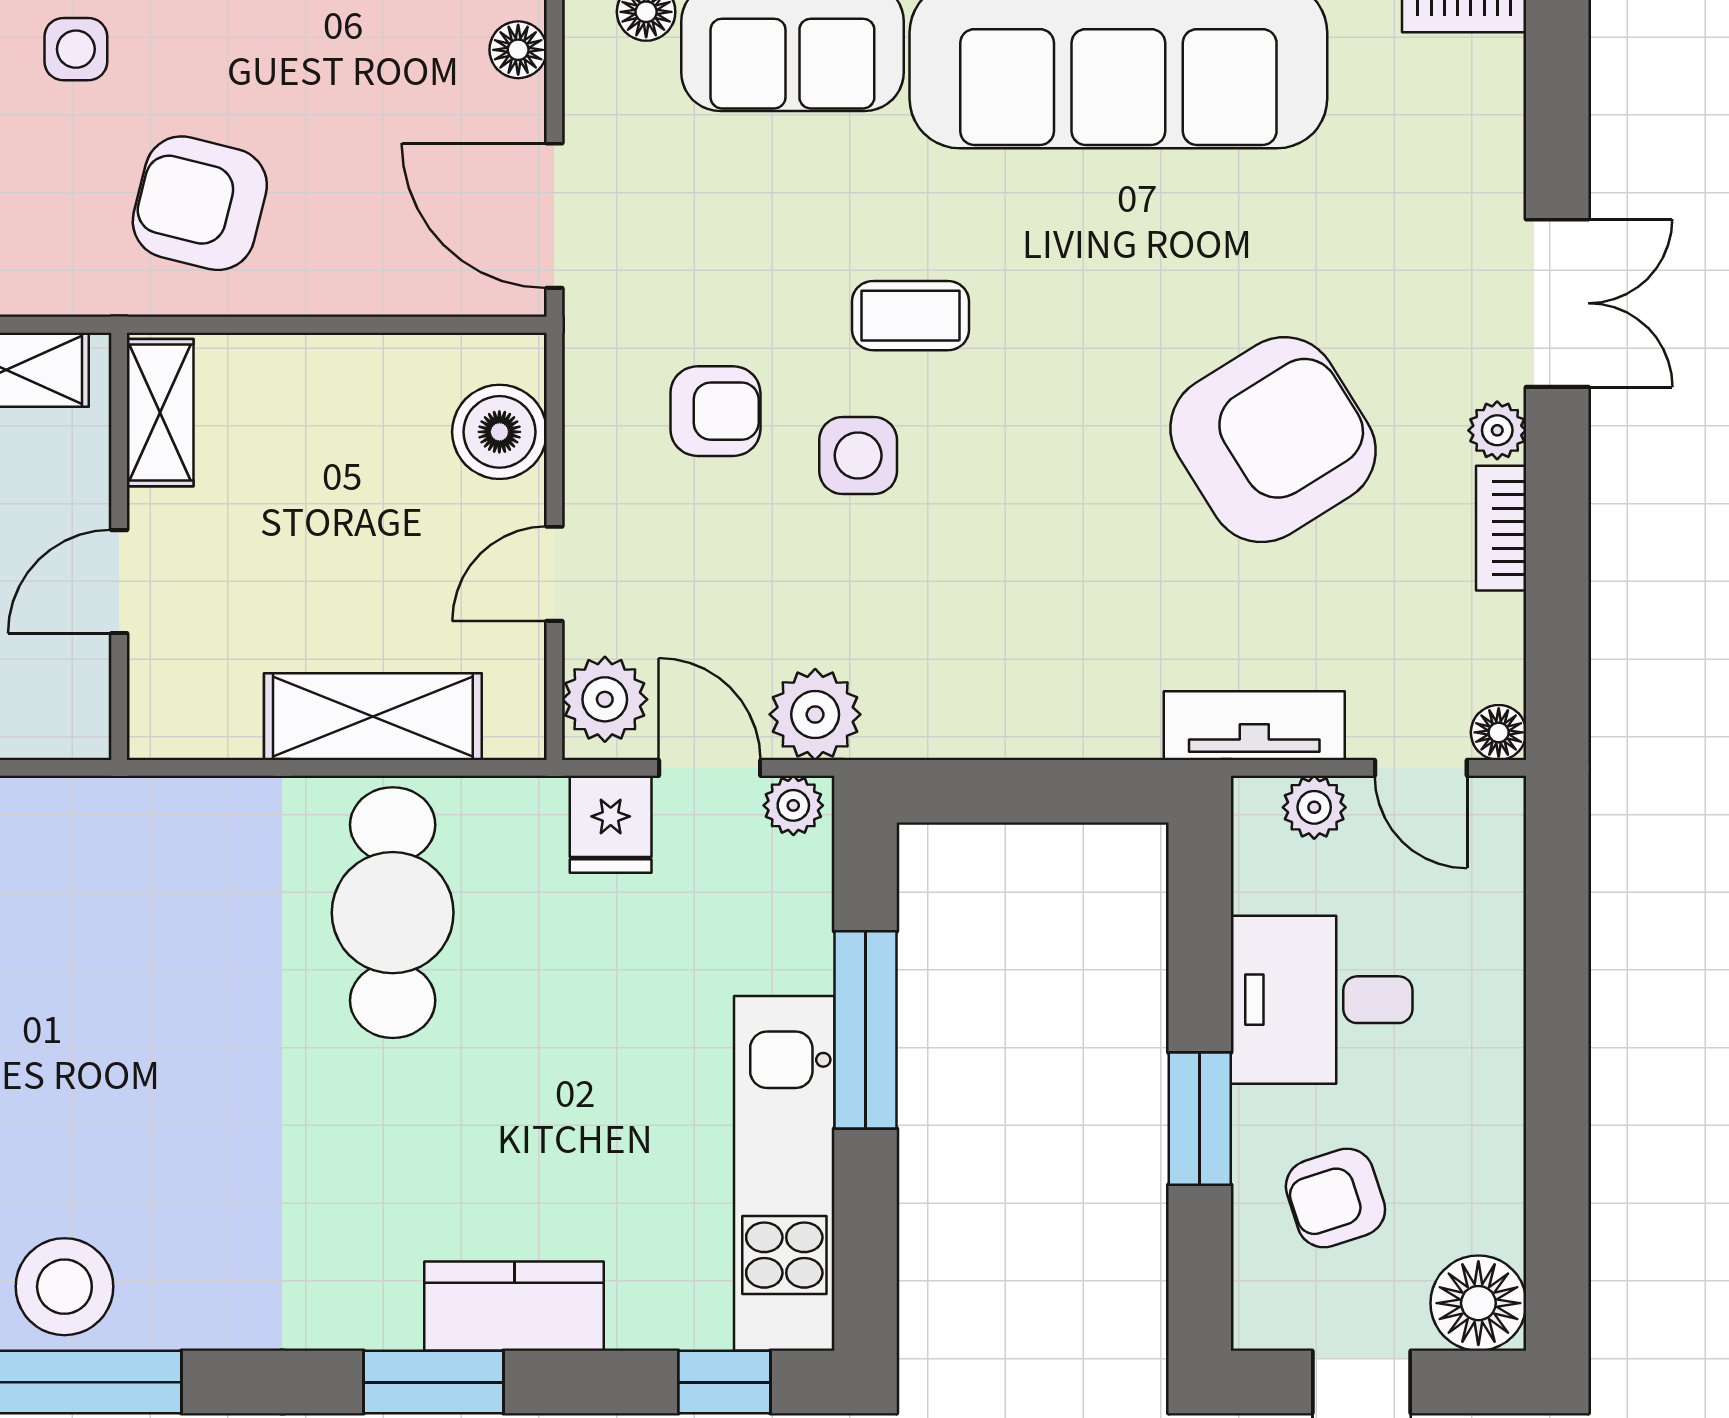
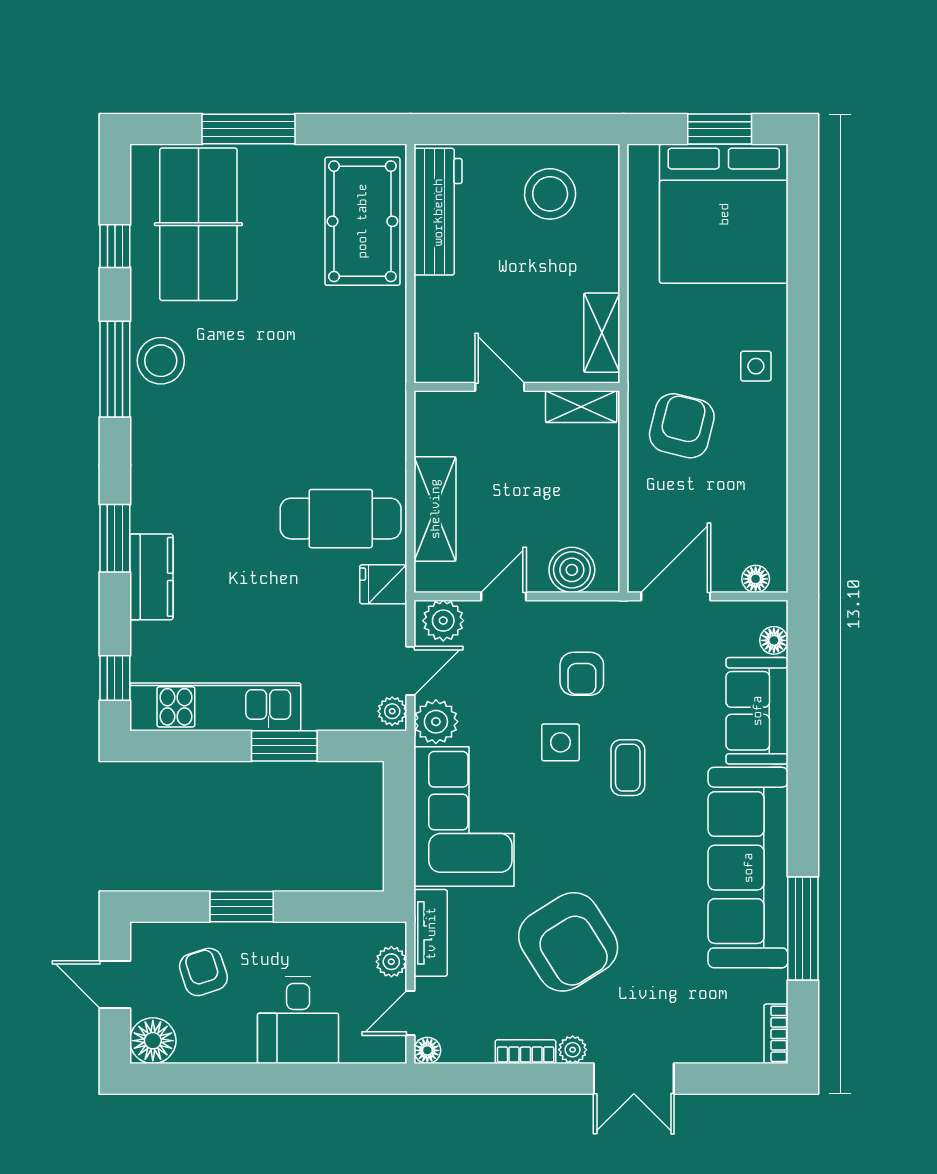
door: (554, 574) -> (504, 596), hinge flipped
corner sofa: (1012, 656) -> (464, 817), added
fridge: (611, 824) -> (383, 584), moved
desk: (1322, 1000) -> (298, 1020), moved, turned 180
window: (865, 1030) -> (284, 746), width x0.69

